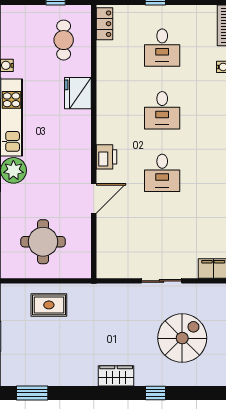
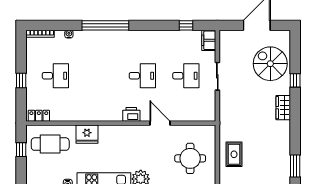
cafe table: (64, 40) -> (50, 144), width x1.37, depth x1.35
desk: (162, 110) -> (186, 76), moved
spiral stairs: (182, 338) -> (270, 64), moved

